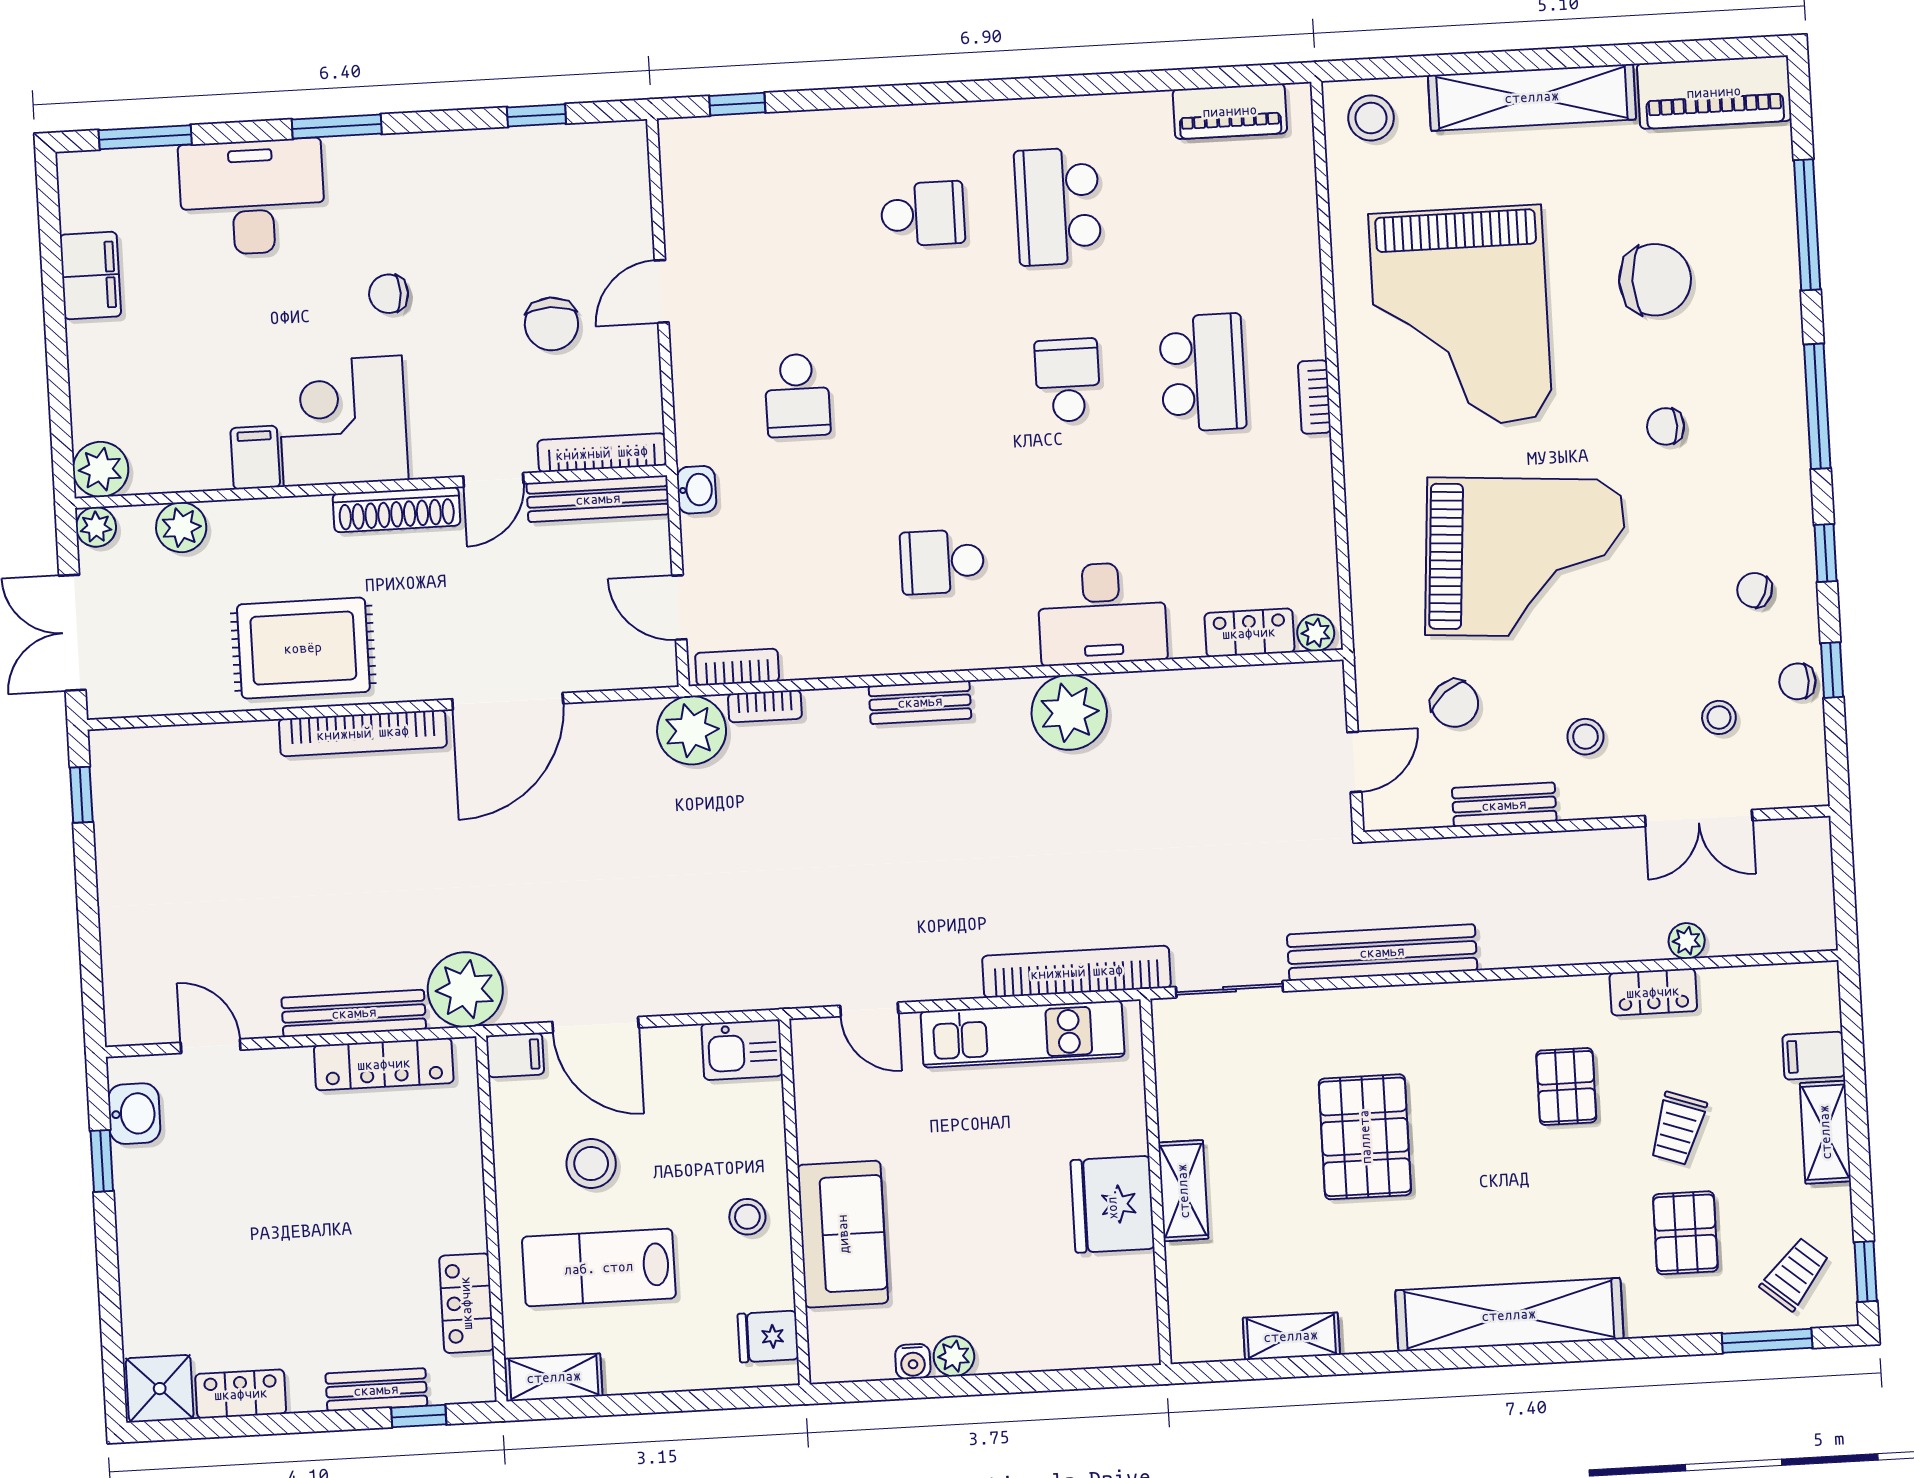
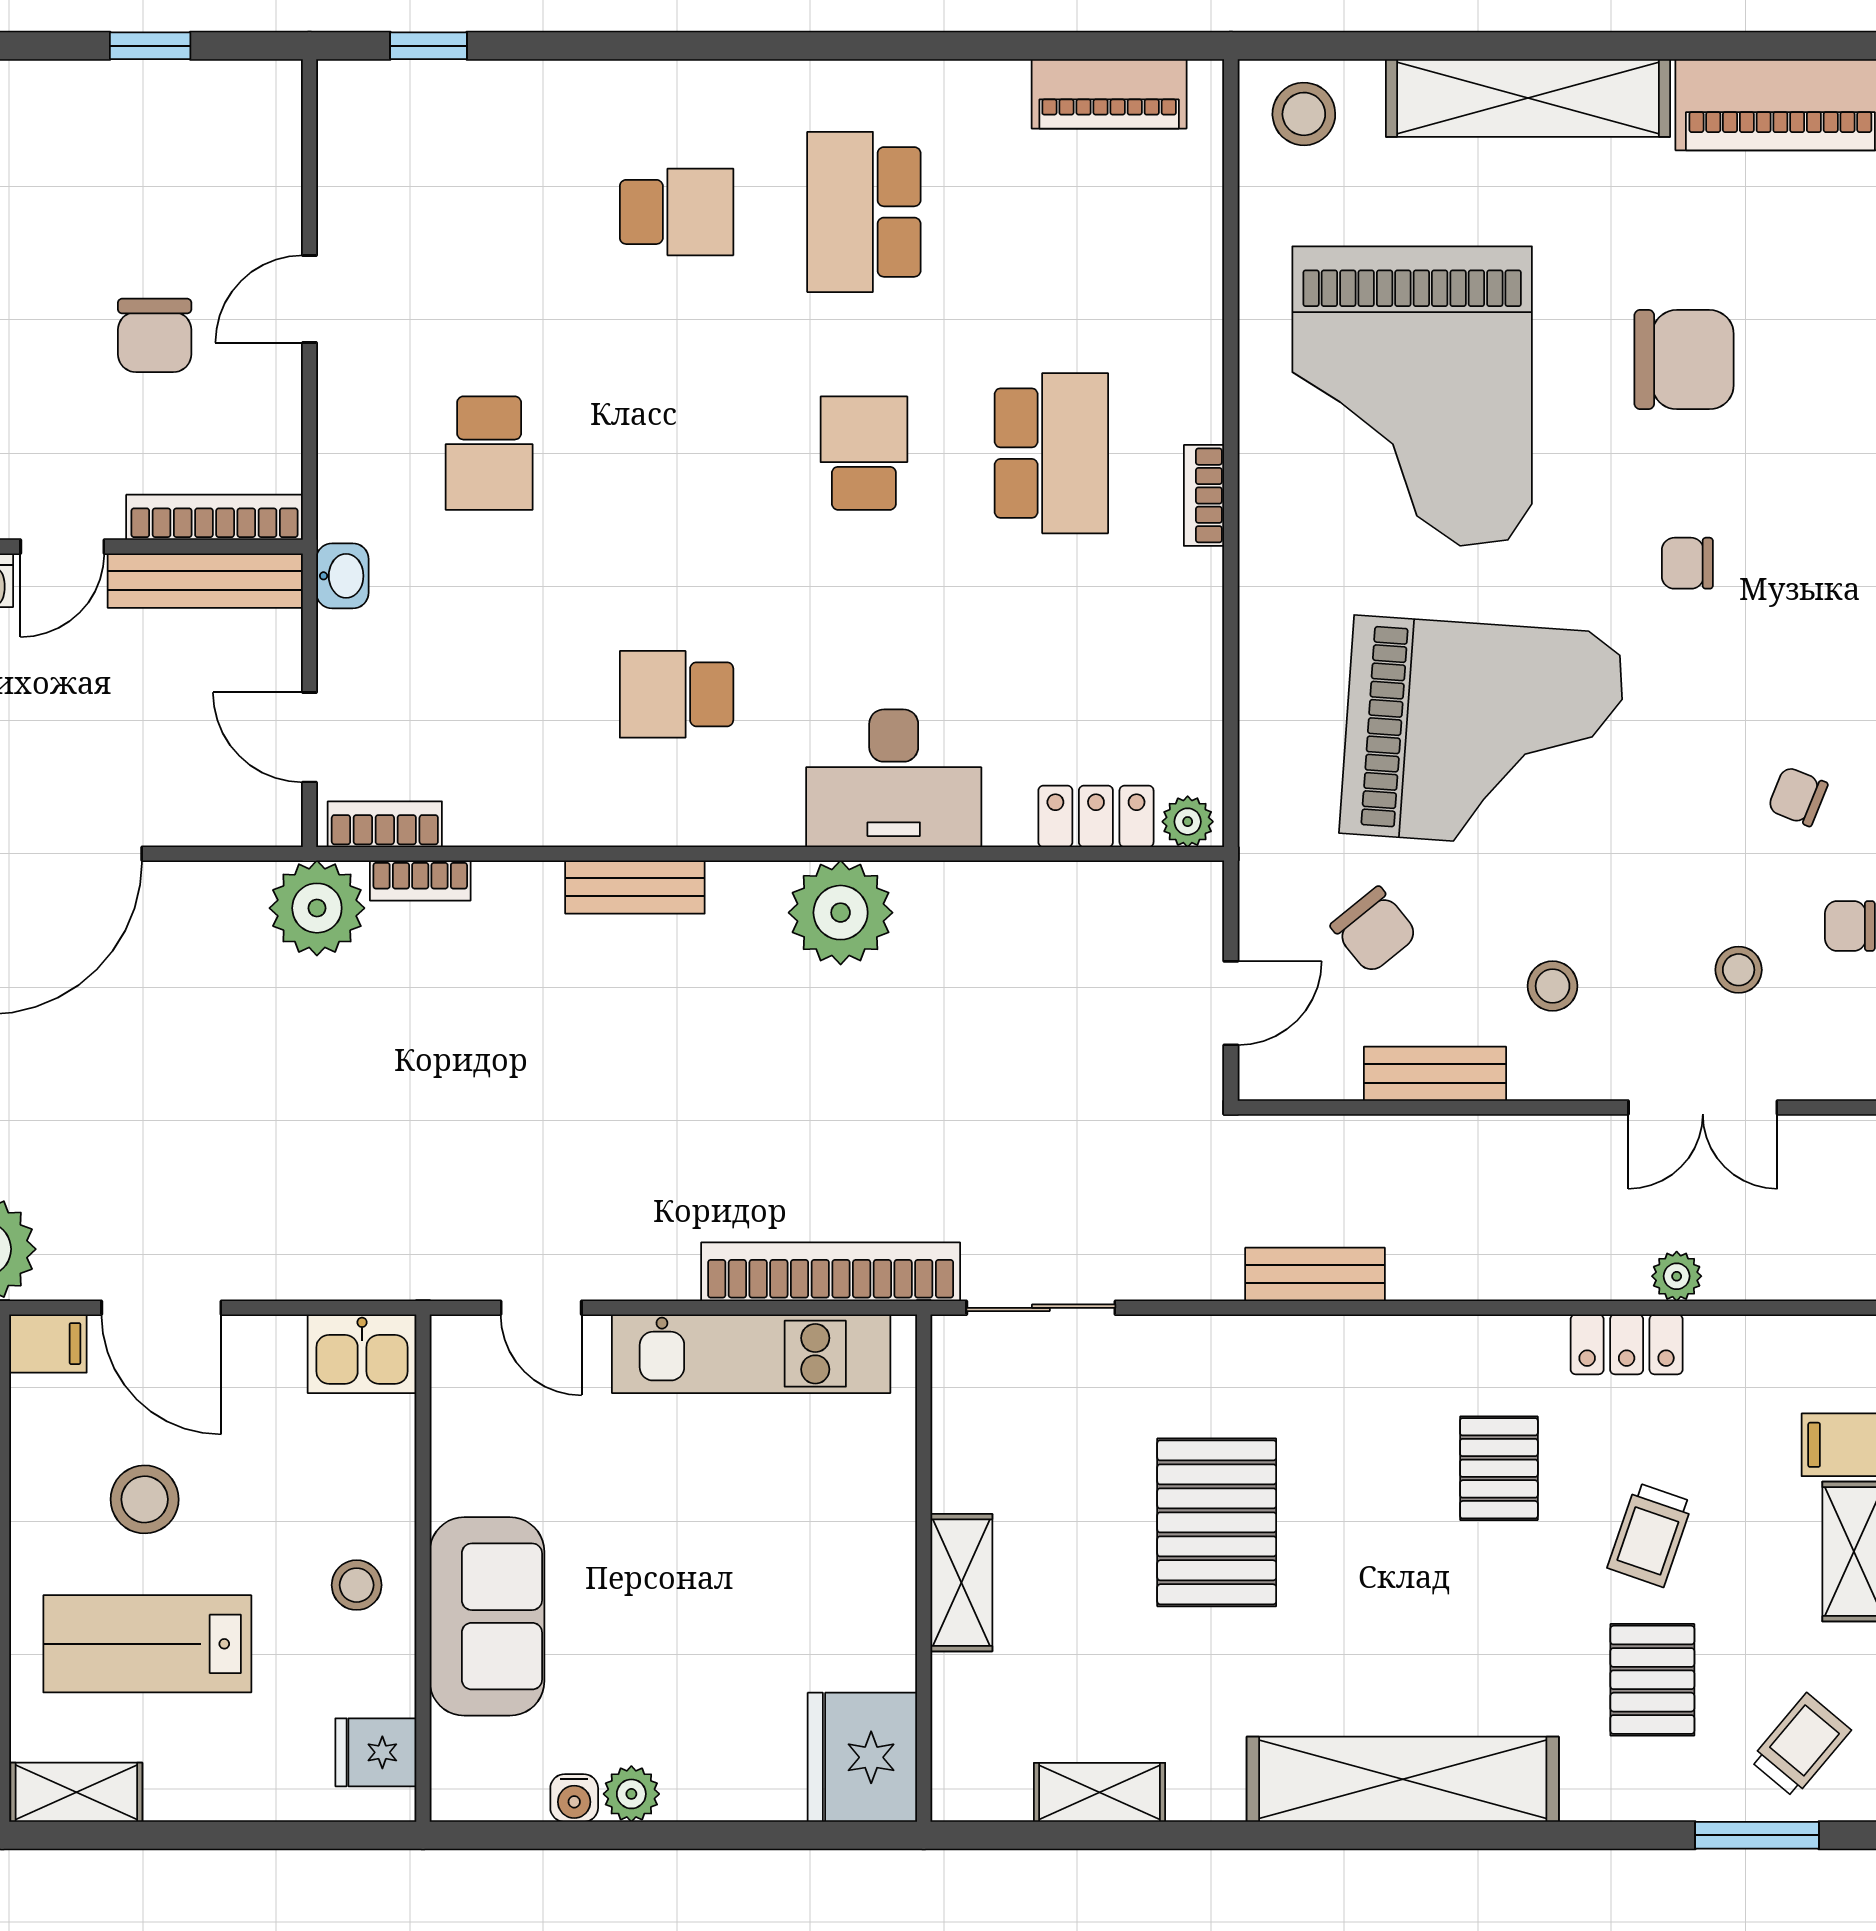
bench: (1382, 952) -> (1315, 1274), width x0.54, depth x0.82
fridge: (1112, 1204) -> (862, 1757), moved

